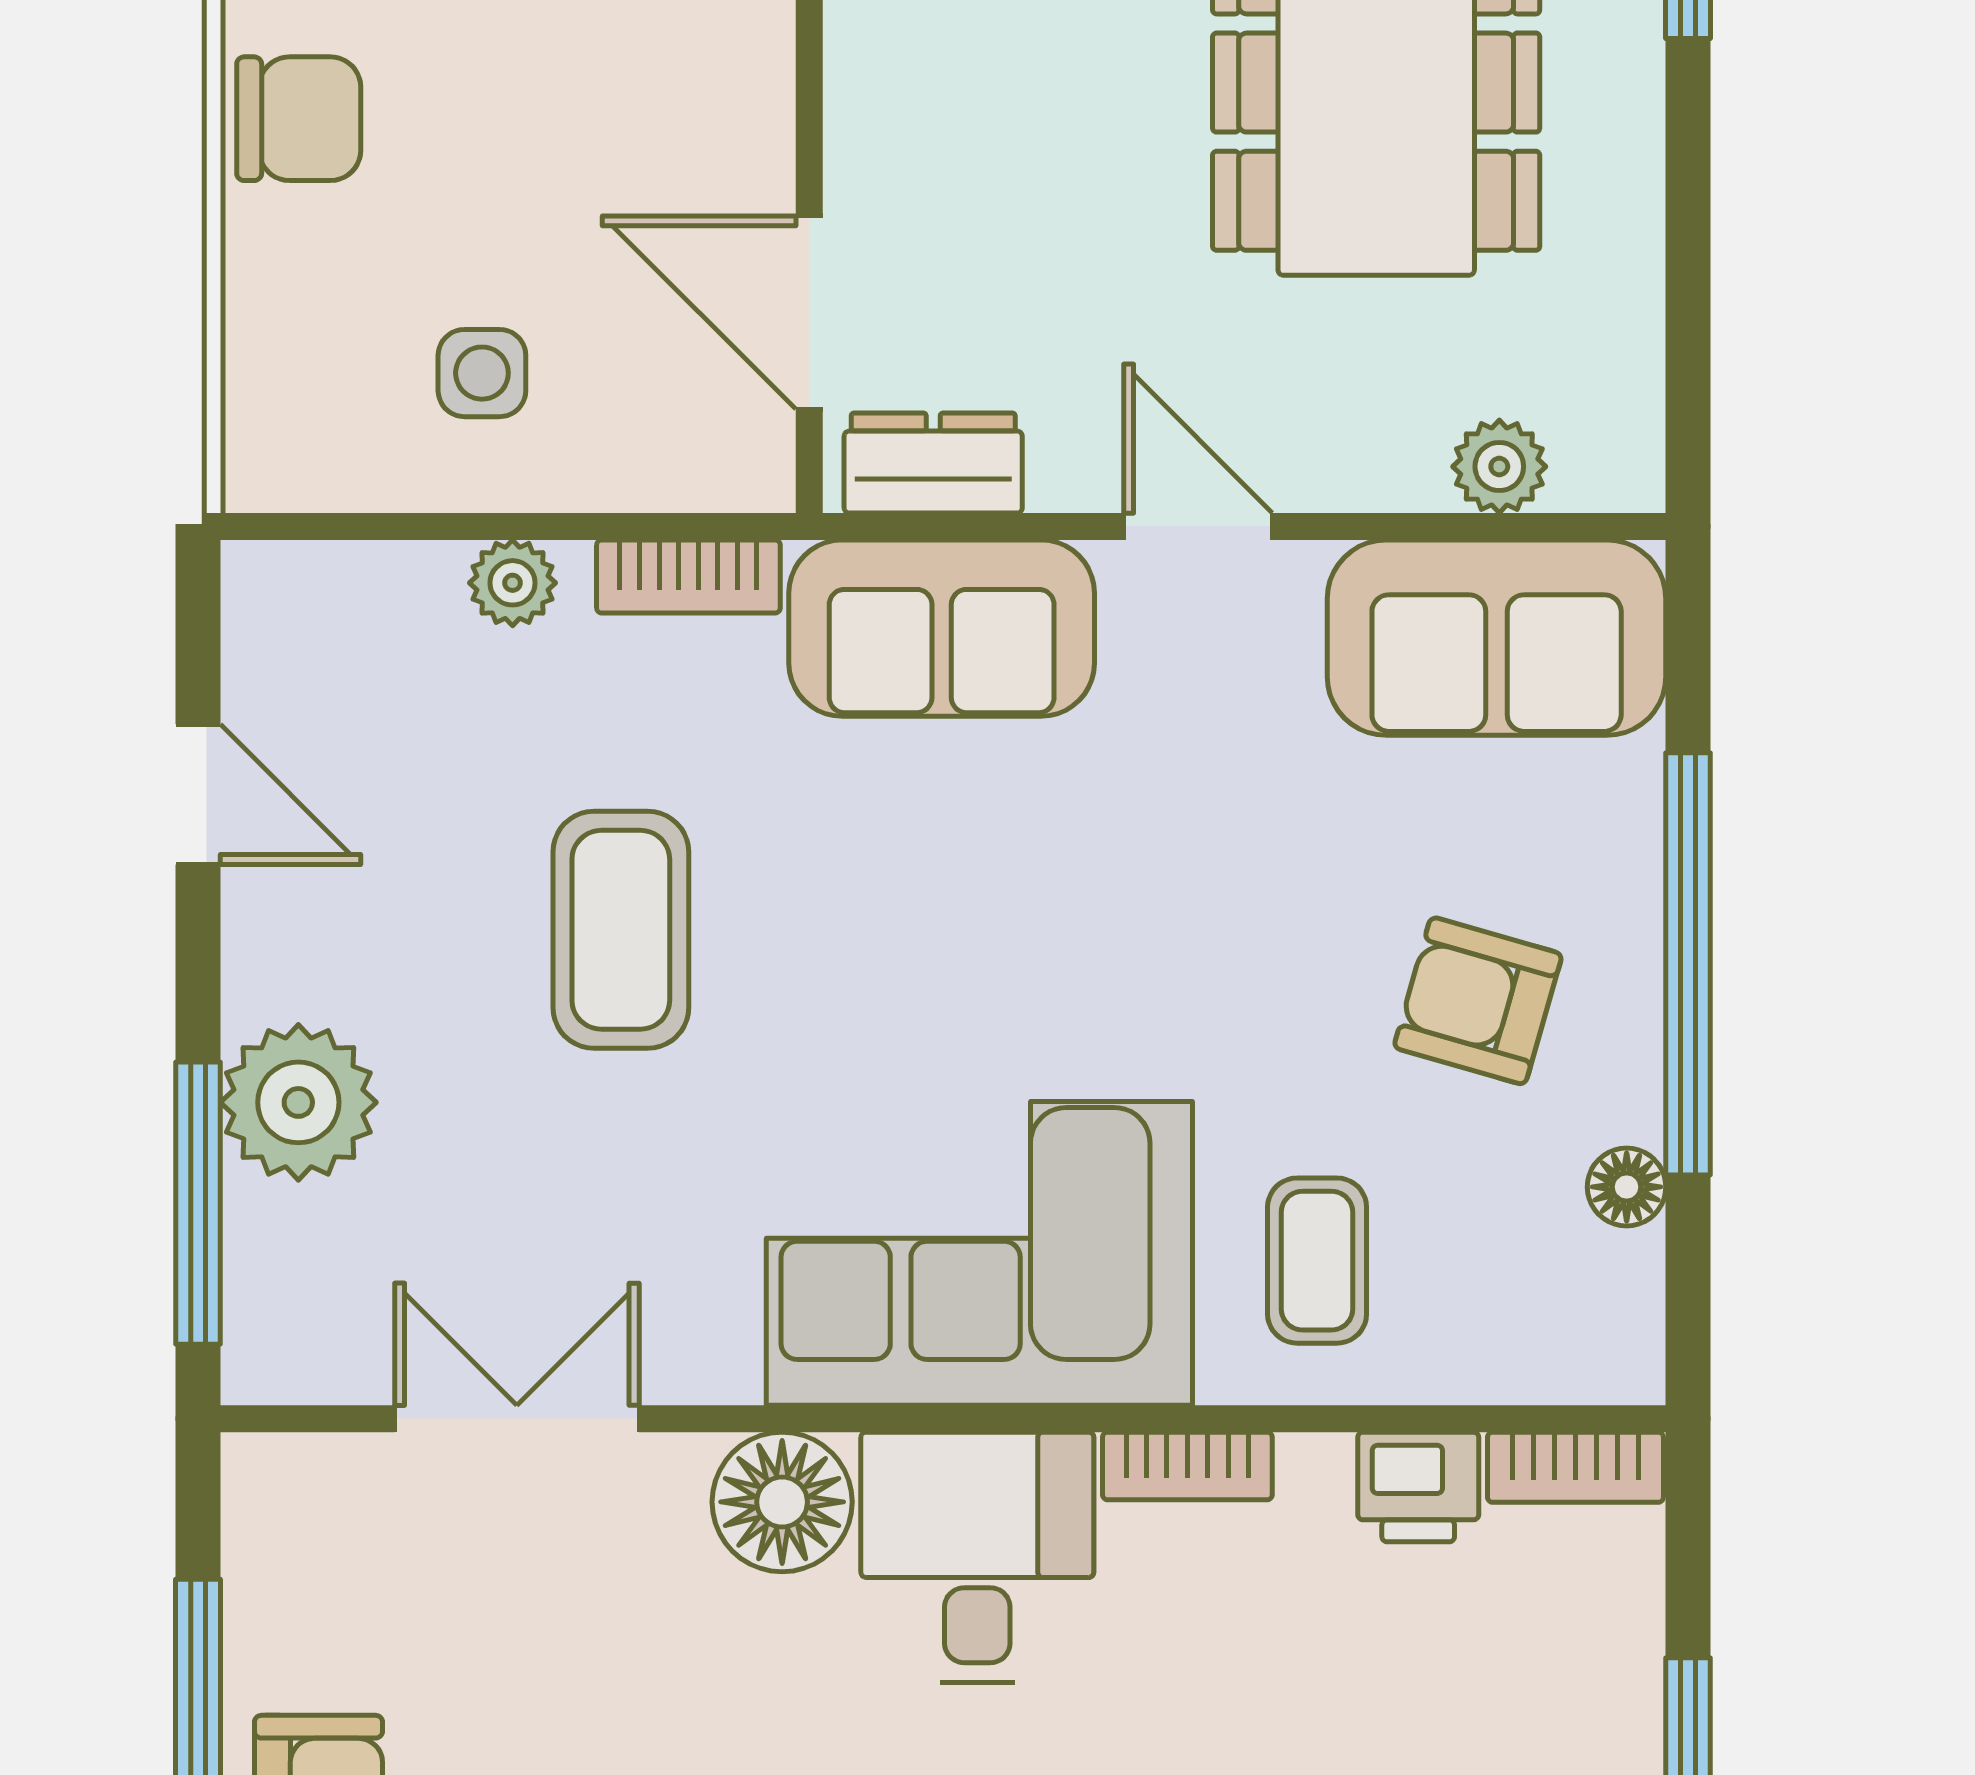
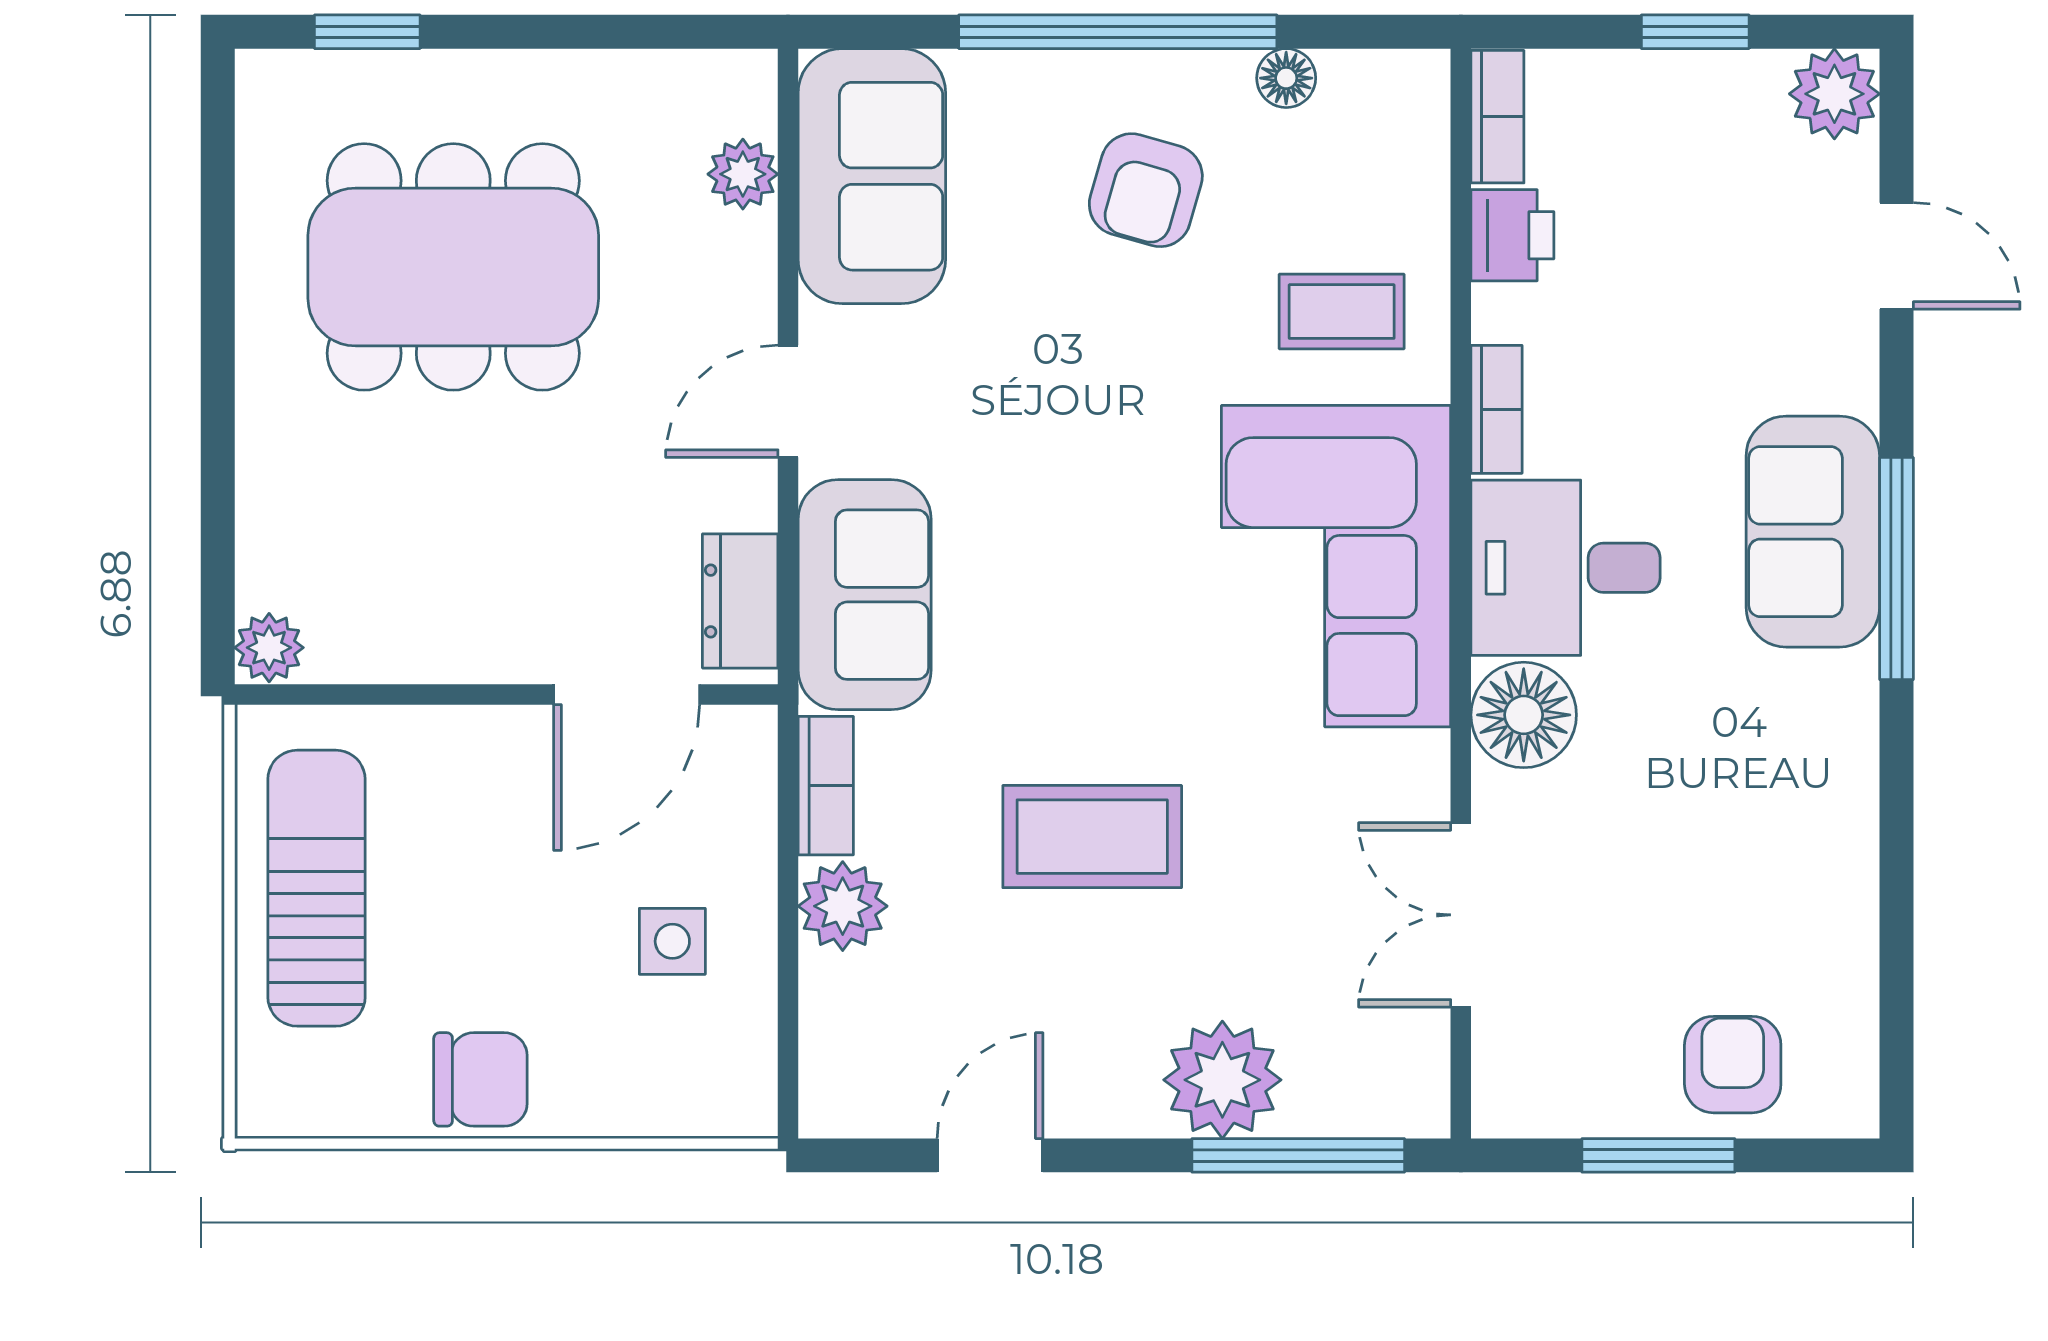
chair: (299, 119) -> (480, 1079), turned 90
plant: (513, 583) -> (843, 906), width x1.38, depth x1.38

